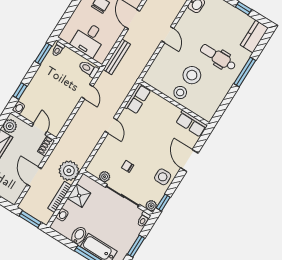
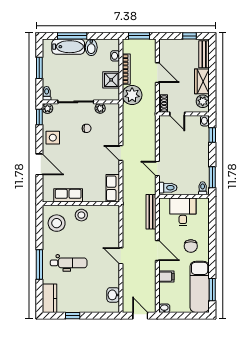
stool: (192, 75) -> (57, 223), moved
row of seats: (191, 124) -> (68, 195), moved

